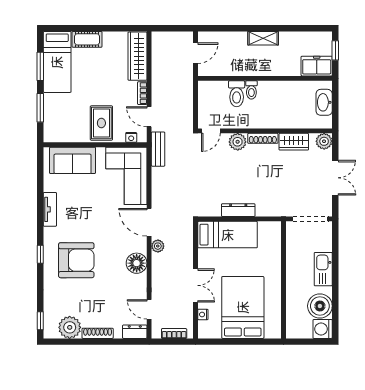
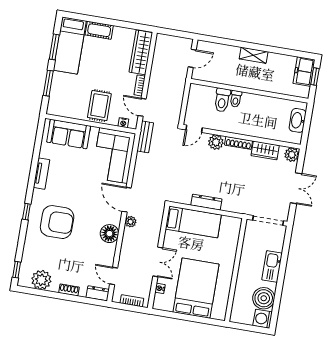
freezer: (317, 66) -> (304, 71), moved, turned -90
shoe rack: (98, 333) -> (69, 290), width x0.70

